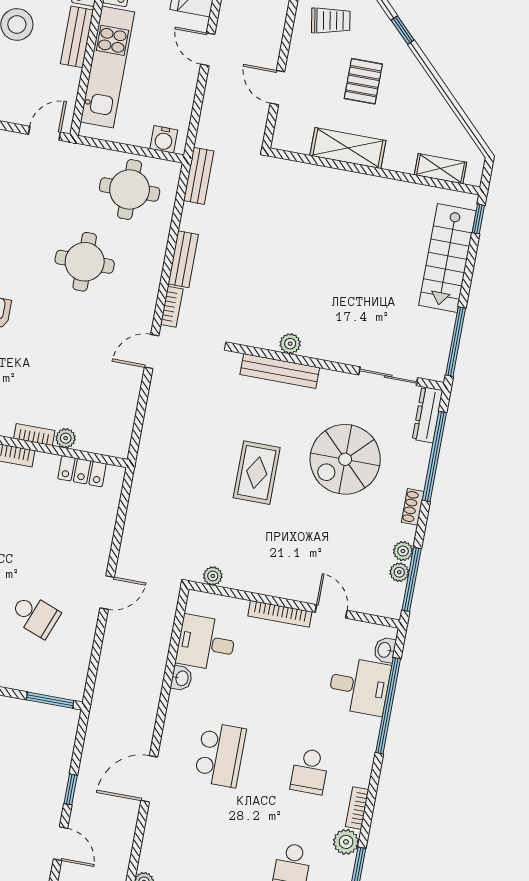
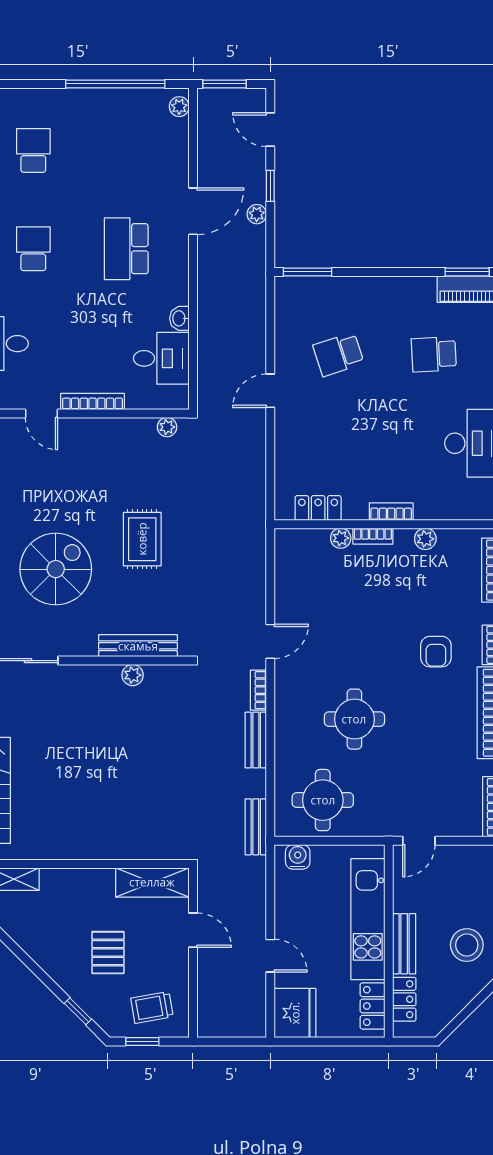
shelving: (348, 148) -> (152, 882), moved
school desk: (35, 615) -> (338, 354), turned -39
plant: (89, 765) -> (257, 214), added

